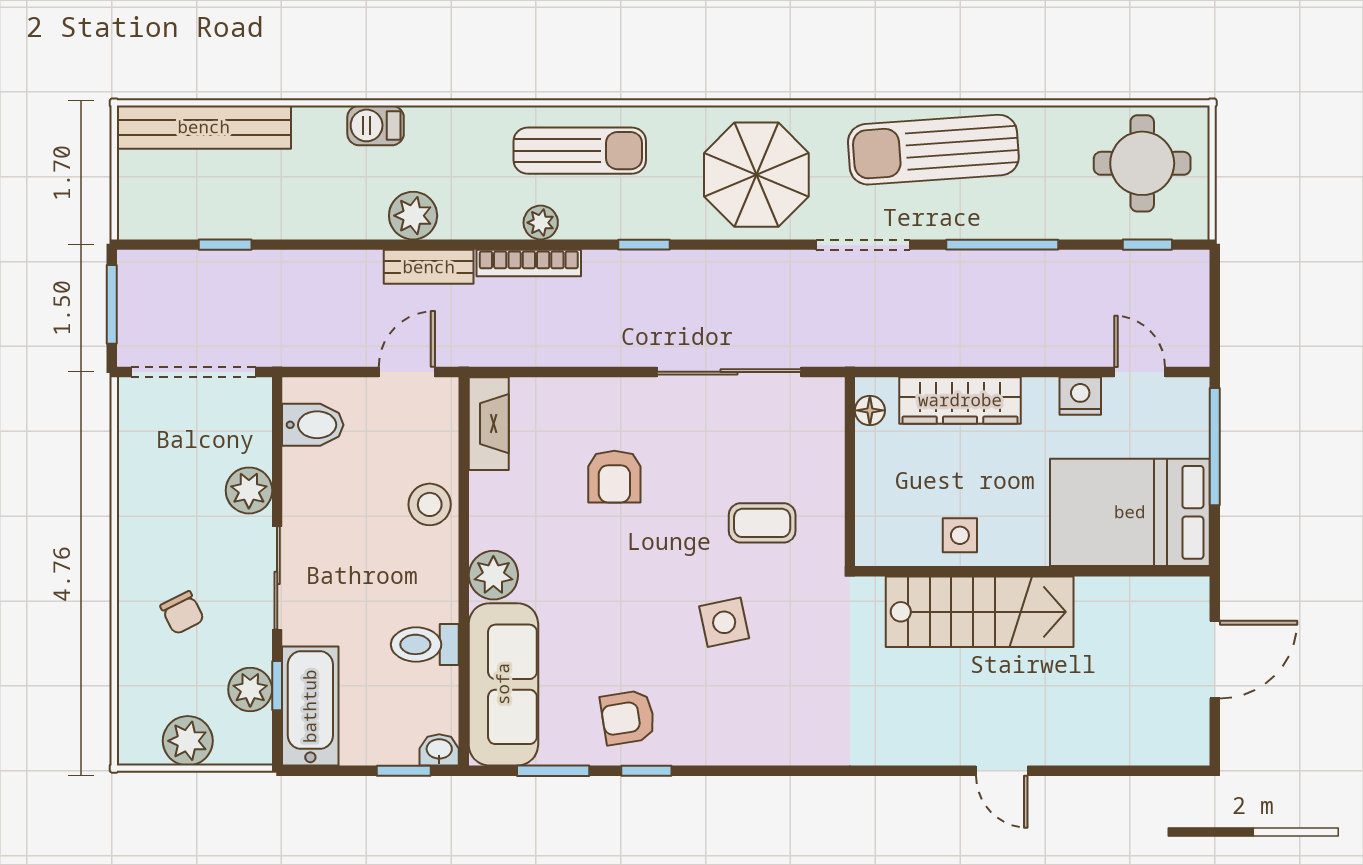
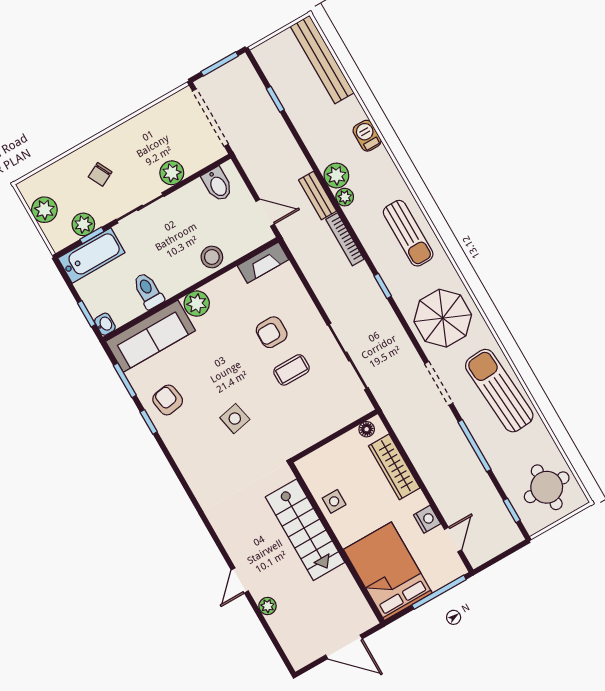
plant: (541, 223) -> (345, 197), moved
coffee table: (762, 523) -> (291, 370), moved, turned 90
plant: (1072, 749) -> (268, 606), added

